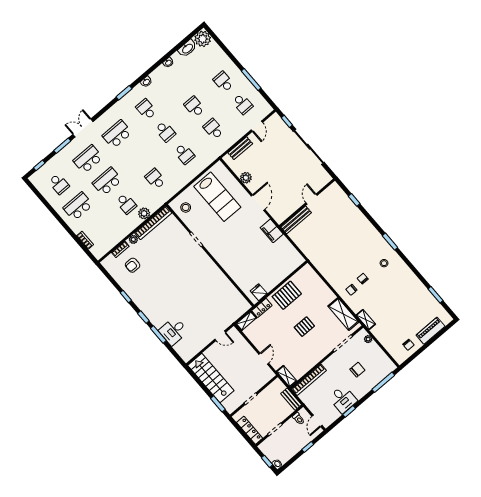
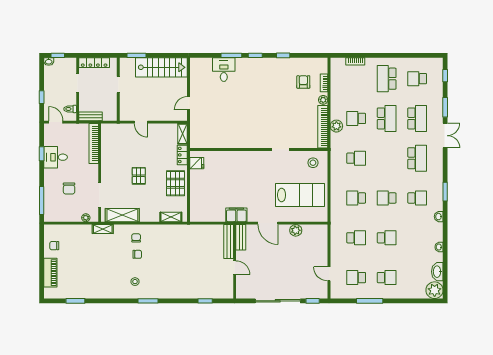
bench: (240, 148) -> (241, 237), moved
lab bench: (217, 197) -> (300, 195), turned 180
school desk: (78, 206) -> (387, 79), turned 180
shelving: (287, 376) -> (171, 217), moved

